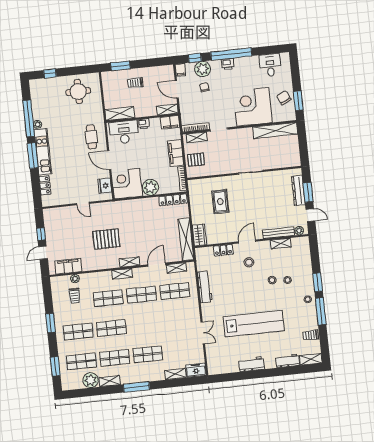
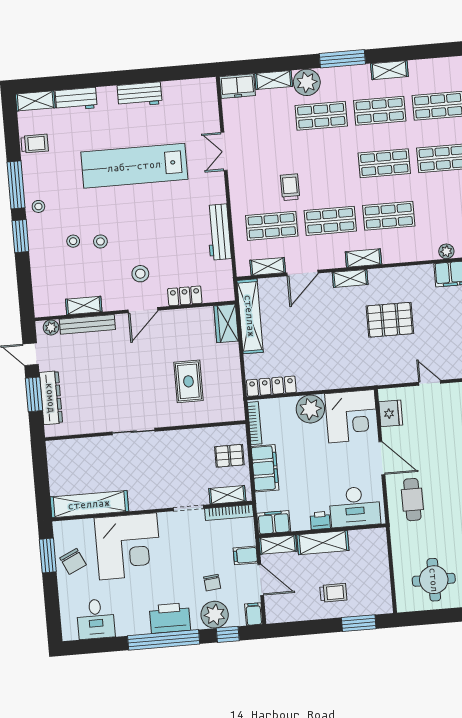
printer: (228, 64) -> (170, 618), width x1.87, depth x1.48
filing cabinet: (186, 103) -> (245, 555), added
shelving: (120, 114) -> (323, 543), moved
trolley: (75, 296) -> (290, 187), moved
plant: (91, 380) -> (307, 82), moved

